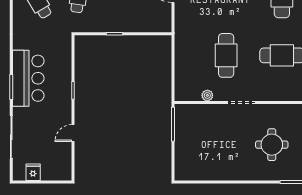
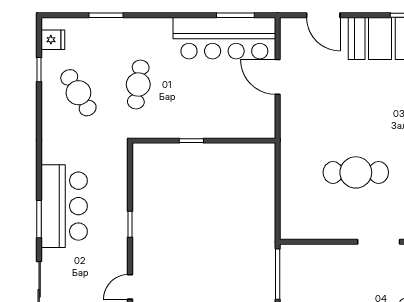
cafe table: (226, 55) -> (356, 172), turned 90
plant: (207, 95) -> (328, 231), removed

